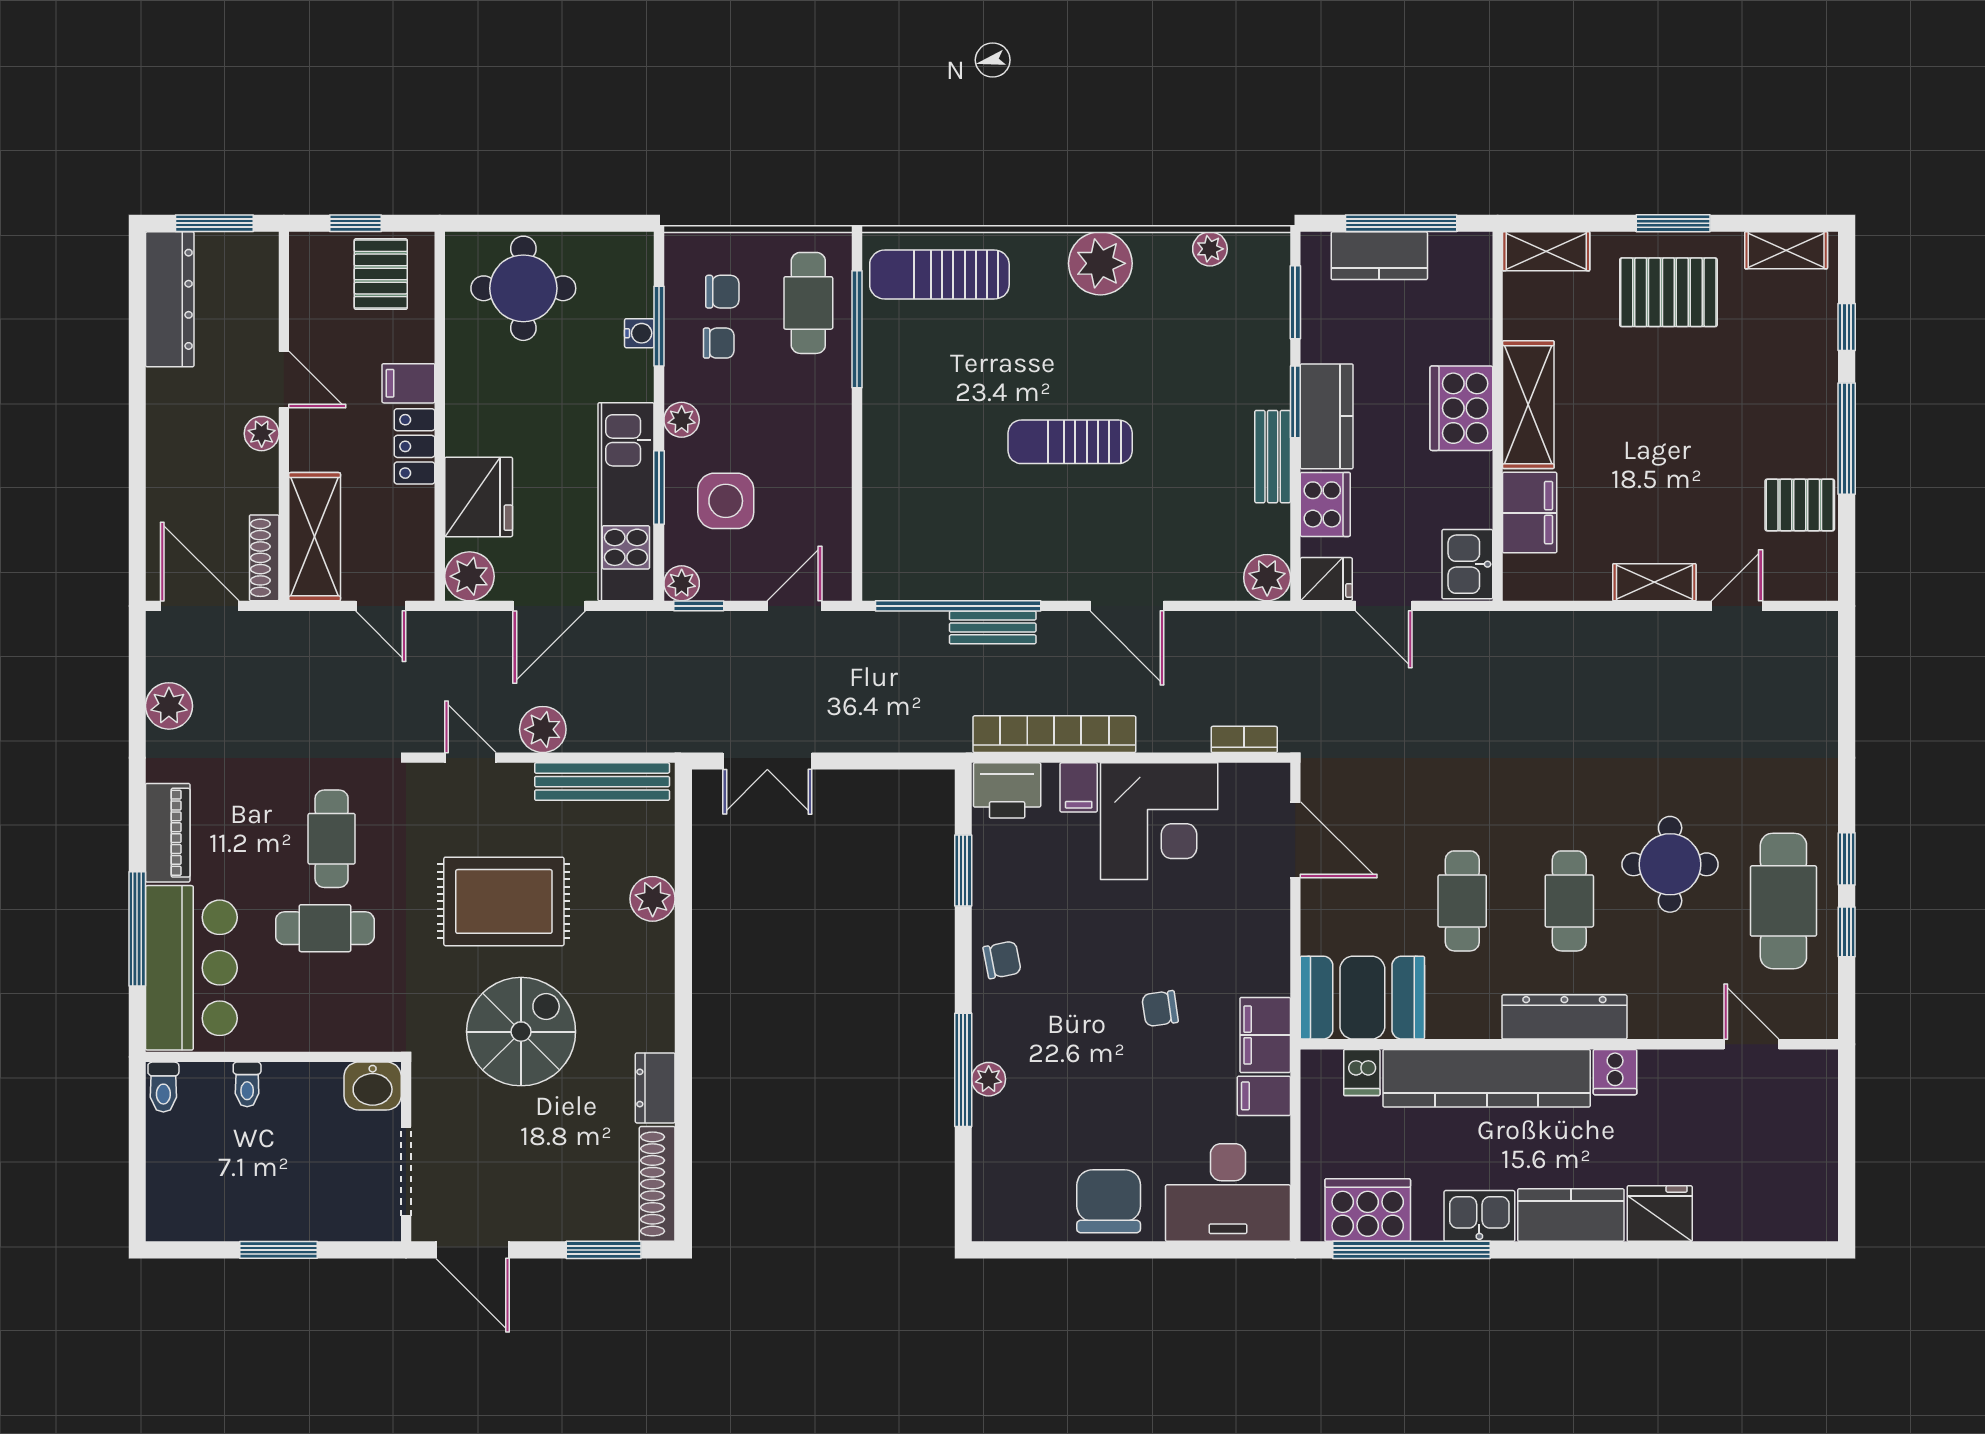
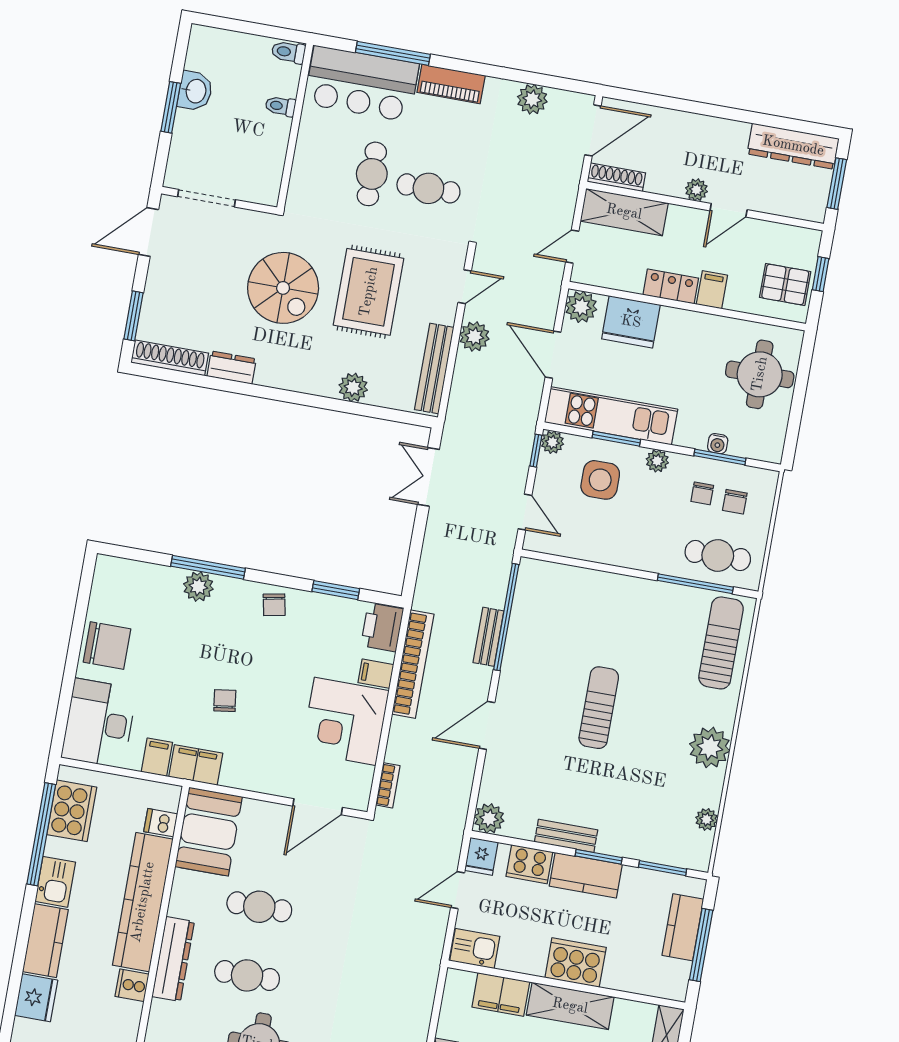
plant: (989, 1079) -> (198, 587), width x1.38, depth x1.38
washbasin: (373, 1086) -> (195, 91), moved, turned 180

